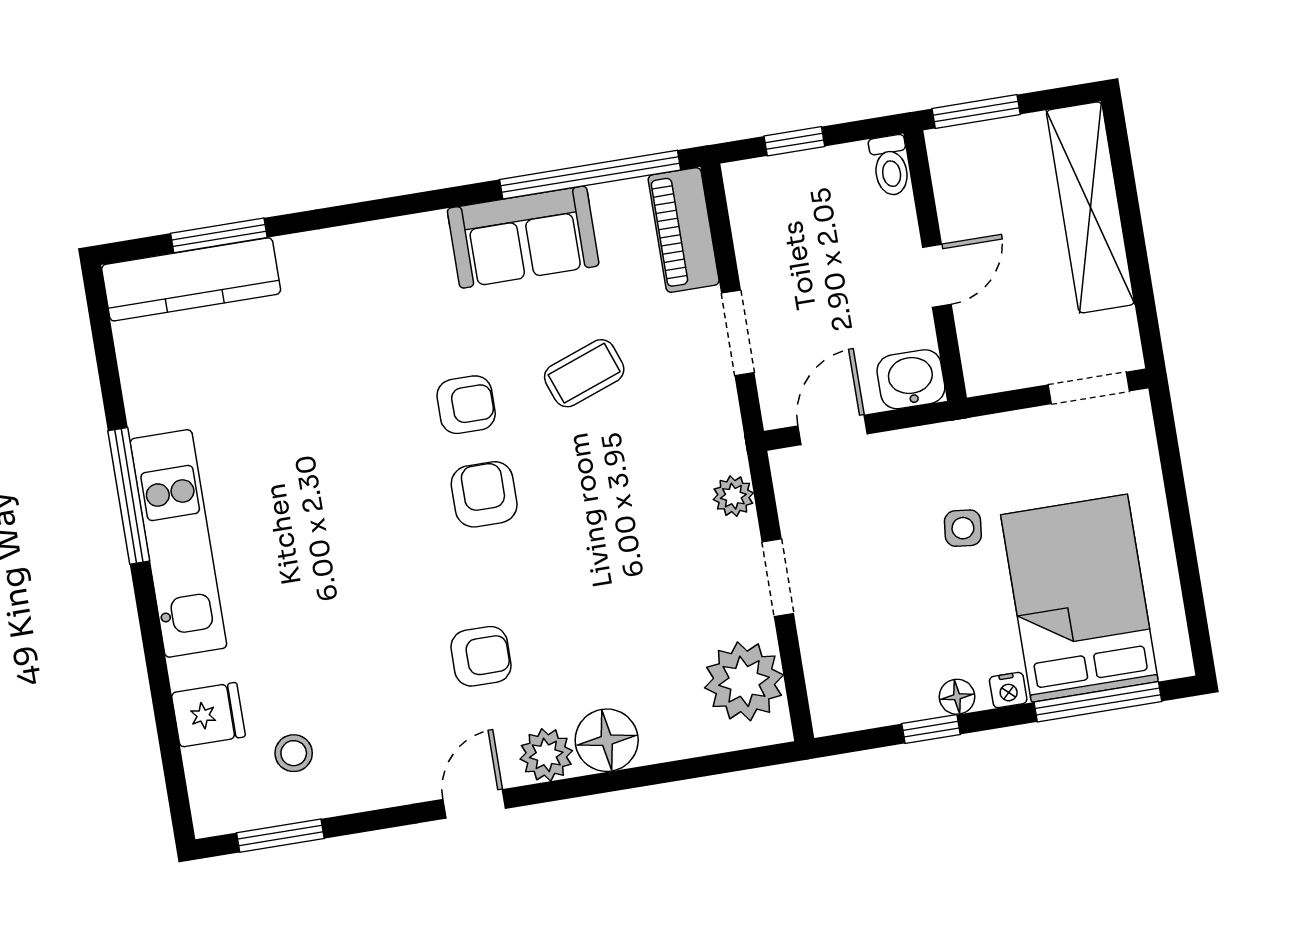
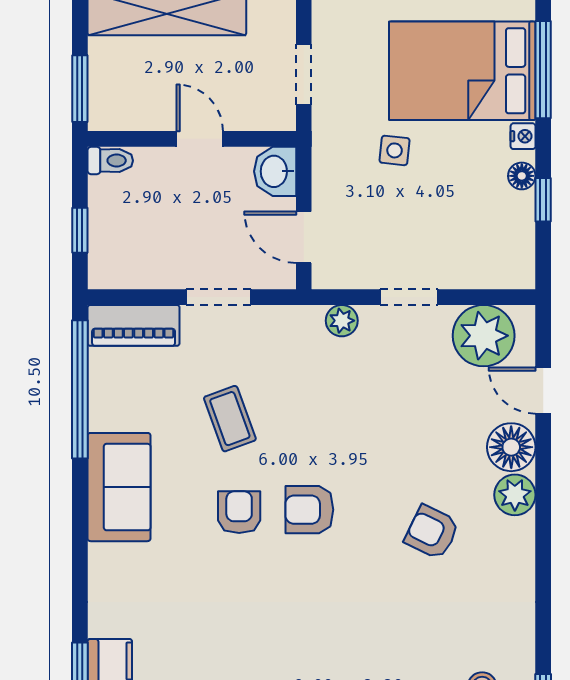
sofa: (523, 237) -> (119, 487), moved
doorway: (1089, 388) -> (304, 75), moved
armchair: (481, 656) -> (432, 532), turned -64
door: (474, 804) -> (543, 391), moved

